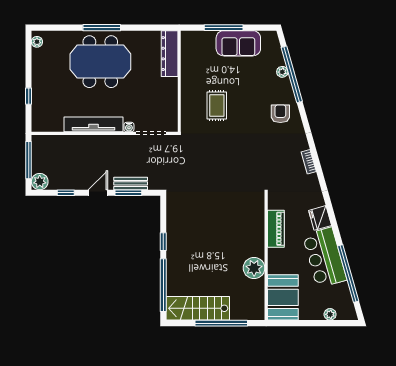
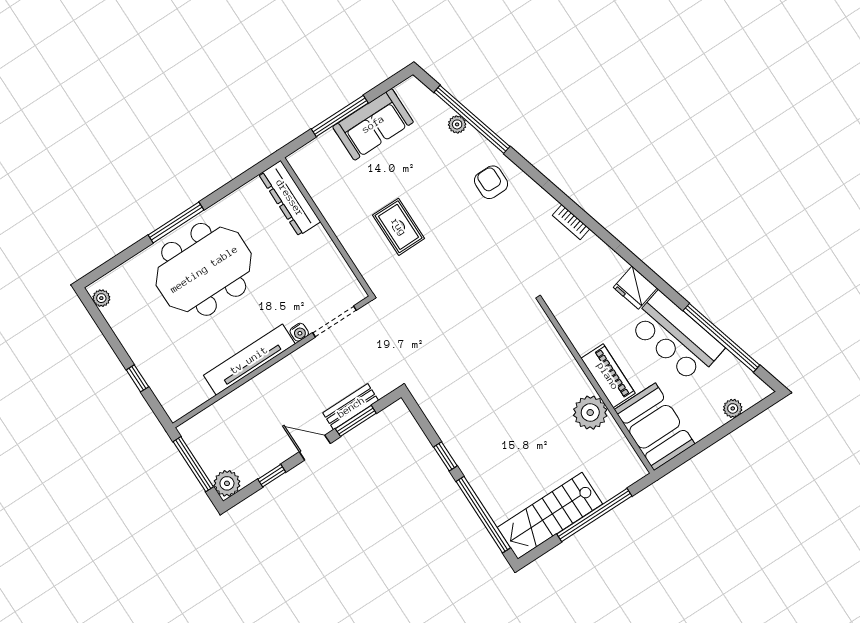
door: (98, 193) -> (315, 448), hinge flipped
piano: (276, 229) -> (608, 376), moved

